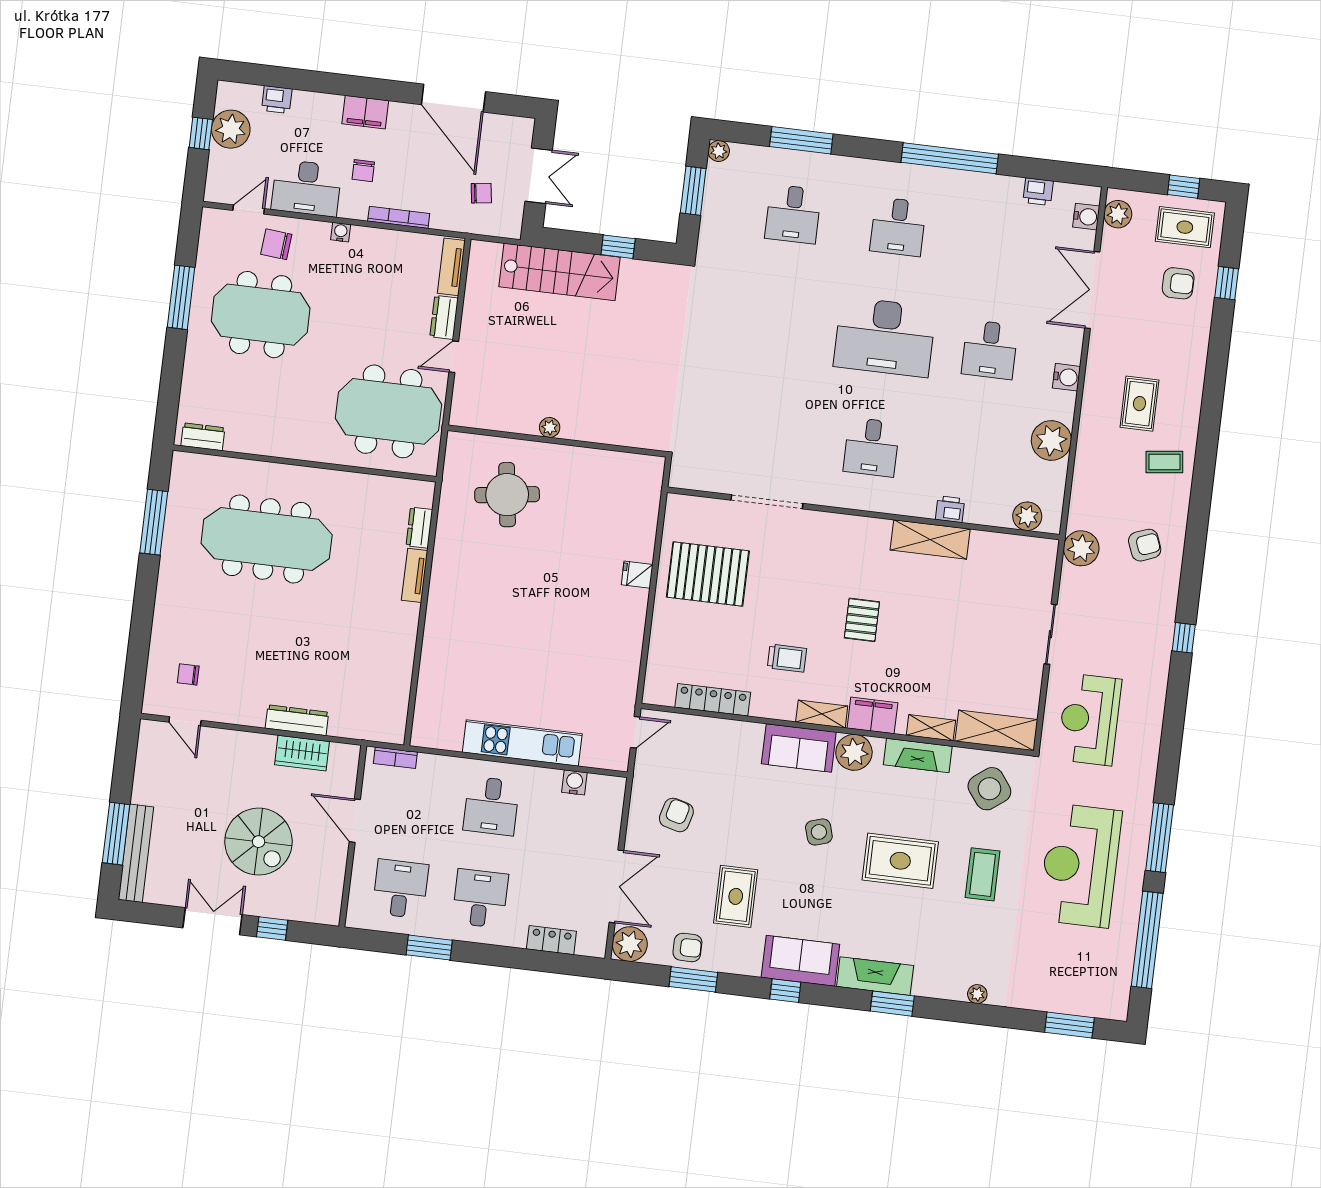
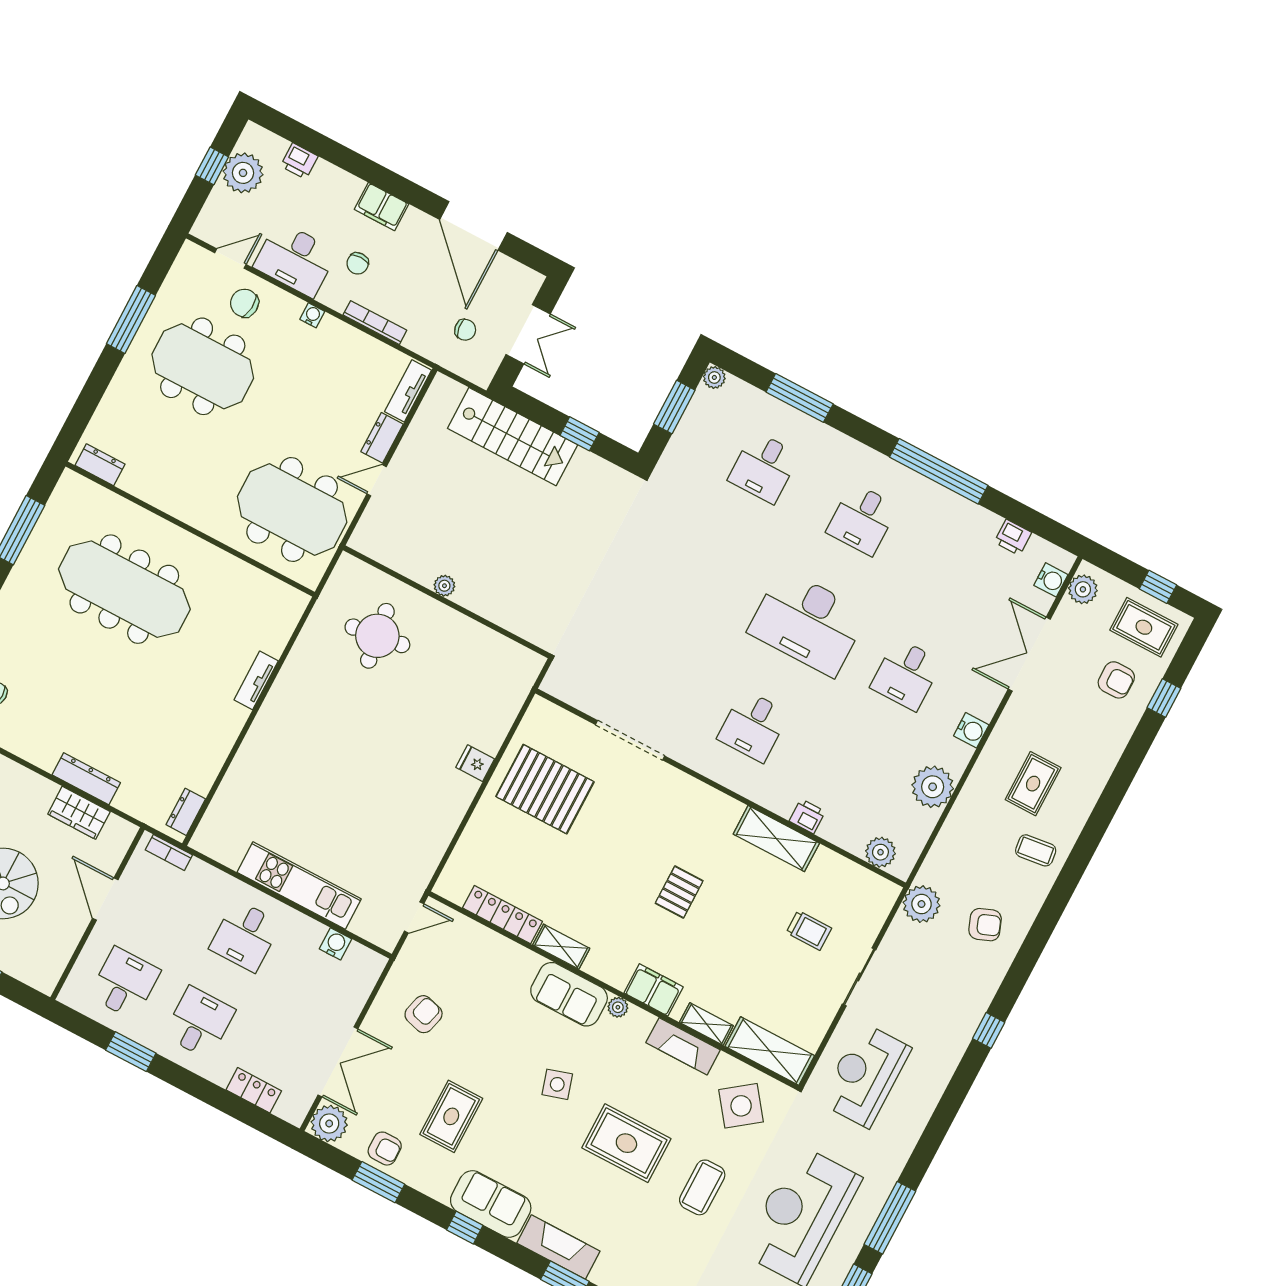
dresser: (419, 528) -> (186, 812), moved
trolley: (787, 658) -> (809, 930), moved
shelving: (822, 714) -> (561, 947), moved
plant: (854, 752) -> (618, 1007), width x0.53, depth x0.53

